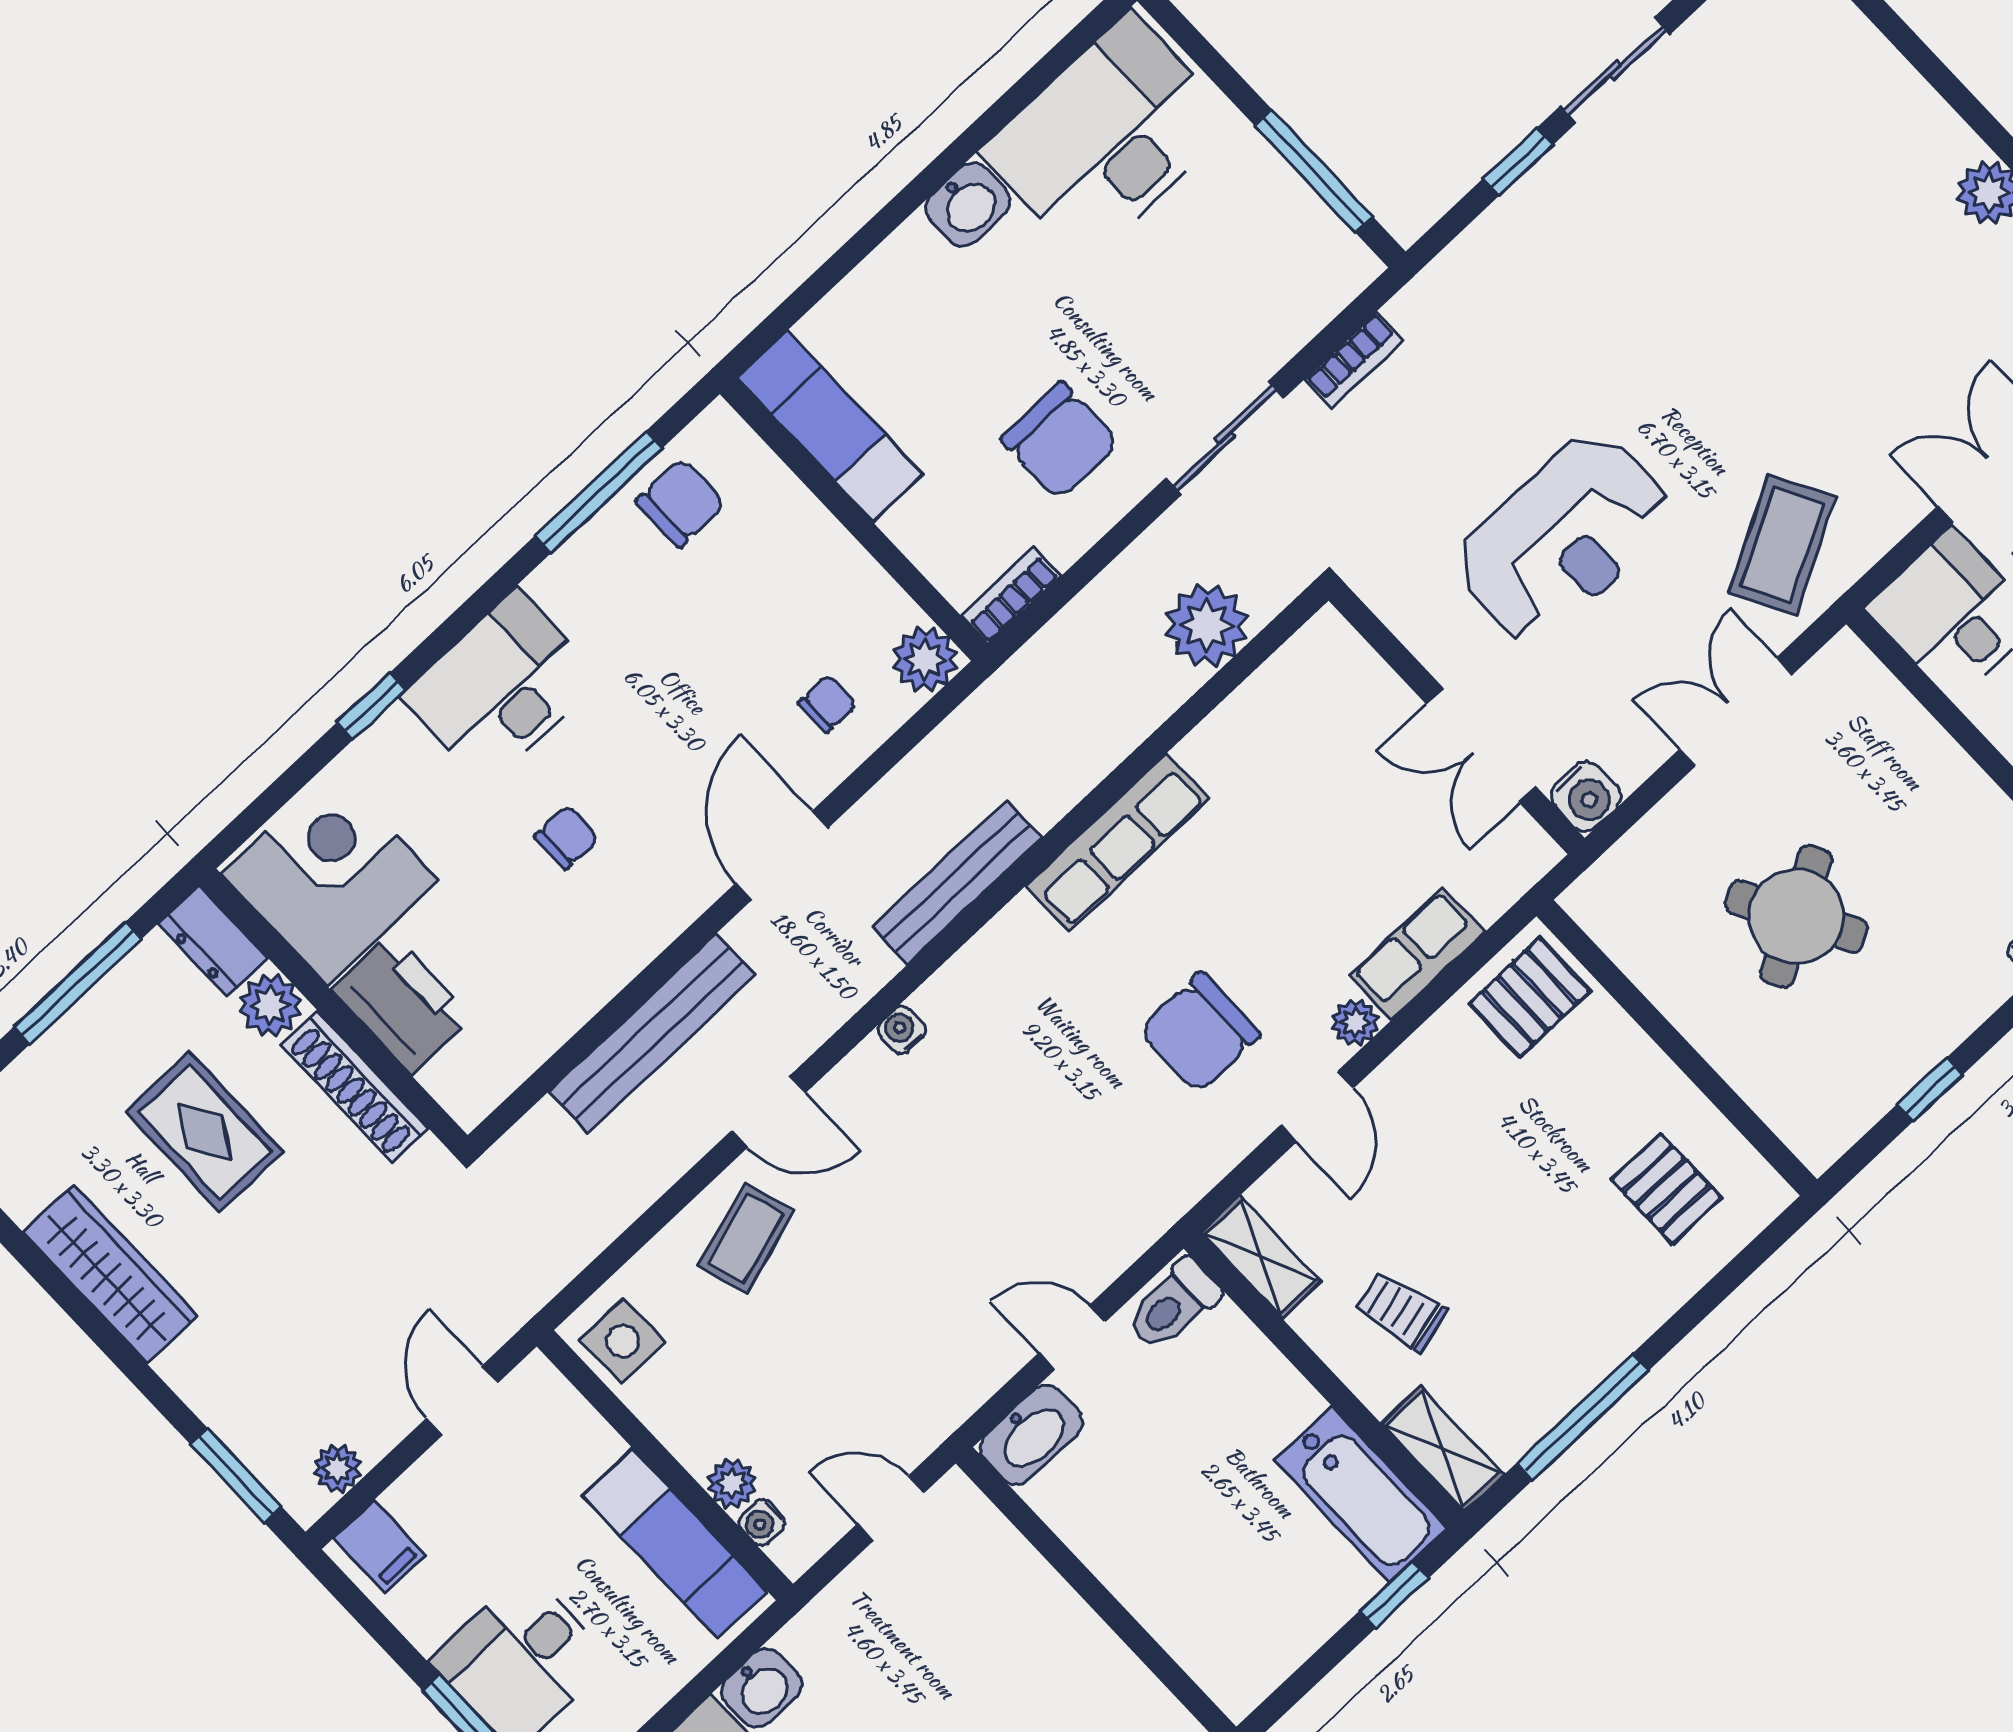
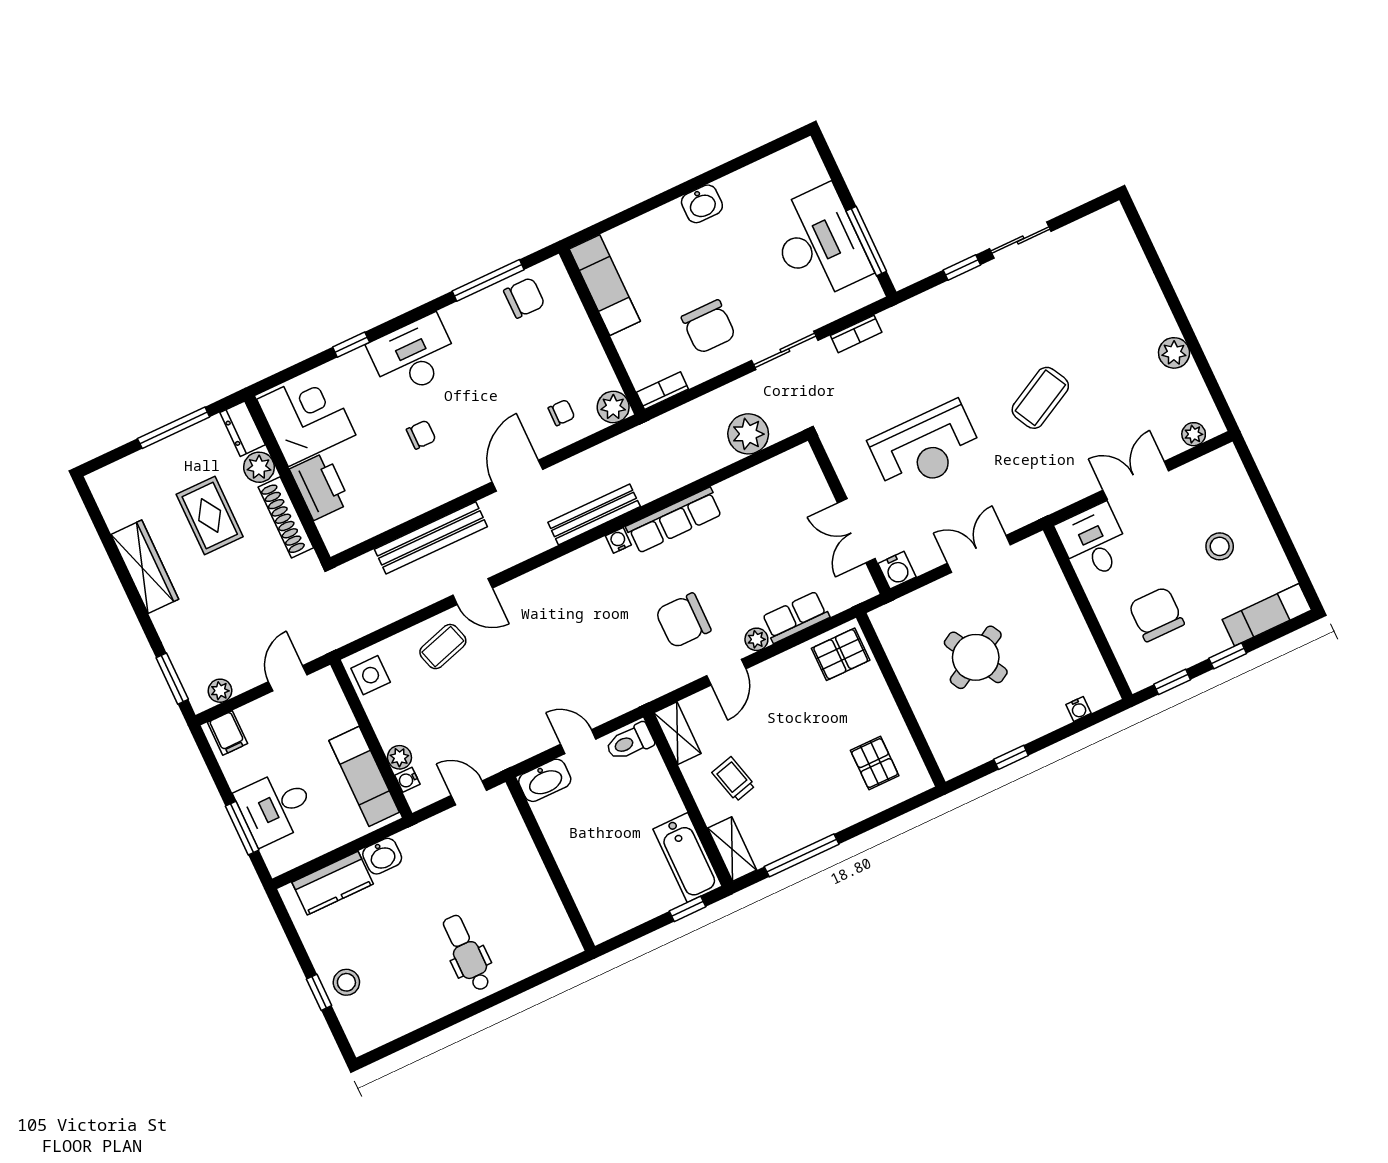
desk: (1108, 137) -> (819, 243), moved, turned 90
coffee table: (1782, 545) -> (1040, 398), moved
water cooler: (902, 1030) -> (618, 540), moved

